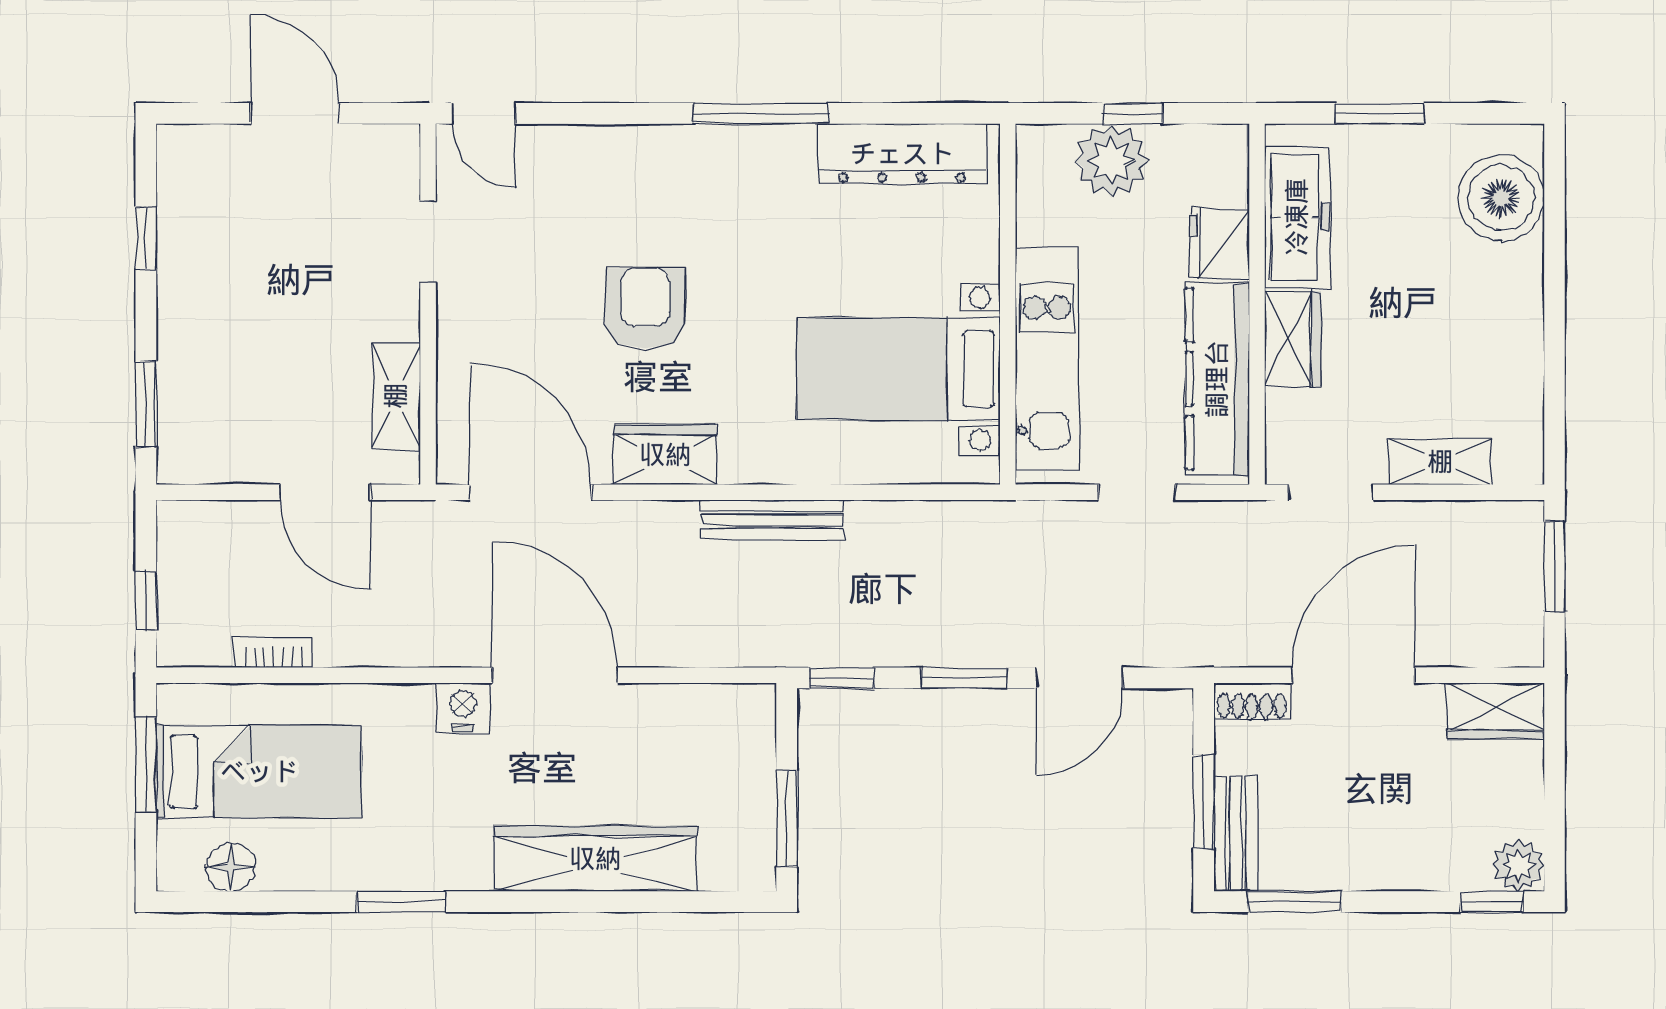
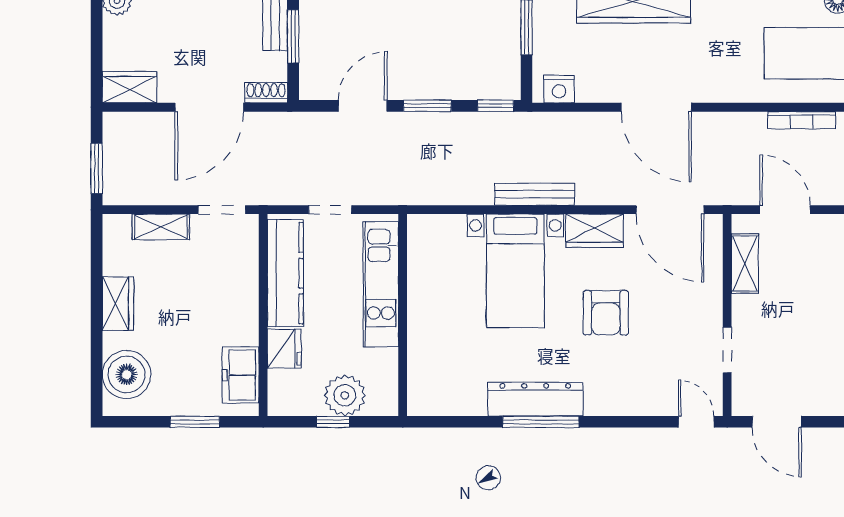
door: (295, 113) -> (777, 422), moved
dresser: (902, 154) -> (535, 399), moved
freezer: (1297, 217) -> (241, 375), width x0.71
wardrobe: (1293, 339) -> (118, 304), moved, turned 180
bed with nightstands: (899, 369) -> (515, 271), moved, turned 90
bookcase: (273, 652) -> (802, 120), width x1.56
nightstand: (463, 708) -> (559, 89), moved

